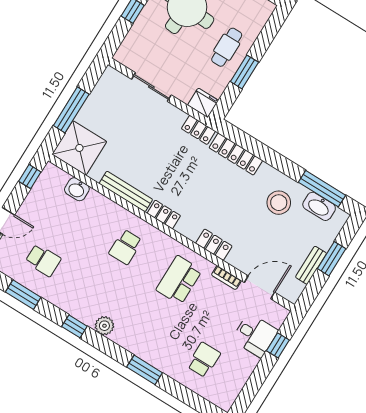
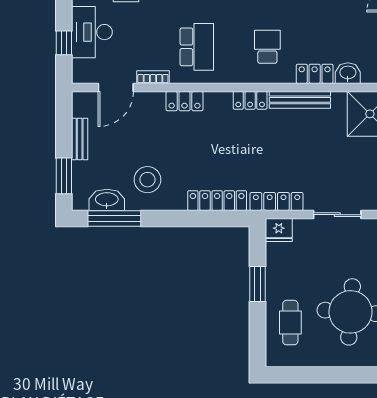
cafe table: (227, 47) -> (290, 323), moved
locker: (198, 130) -> (277, 202), width x1.53
locker: (102, 204) -> (315, 74), added
window: (332, 259) -> (64, 176), moved
desk: (255, 335) -> (92, 32), width x1.37

